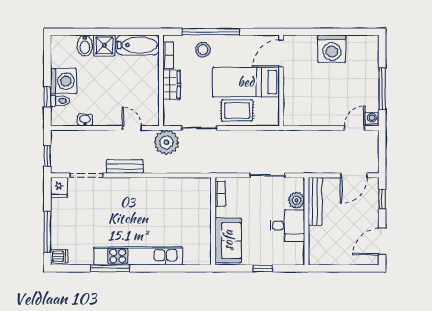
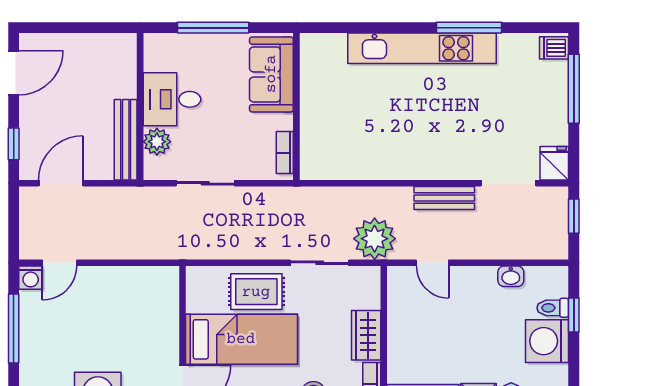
window: (263, 268) -> (213, 28), width x2.17

